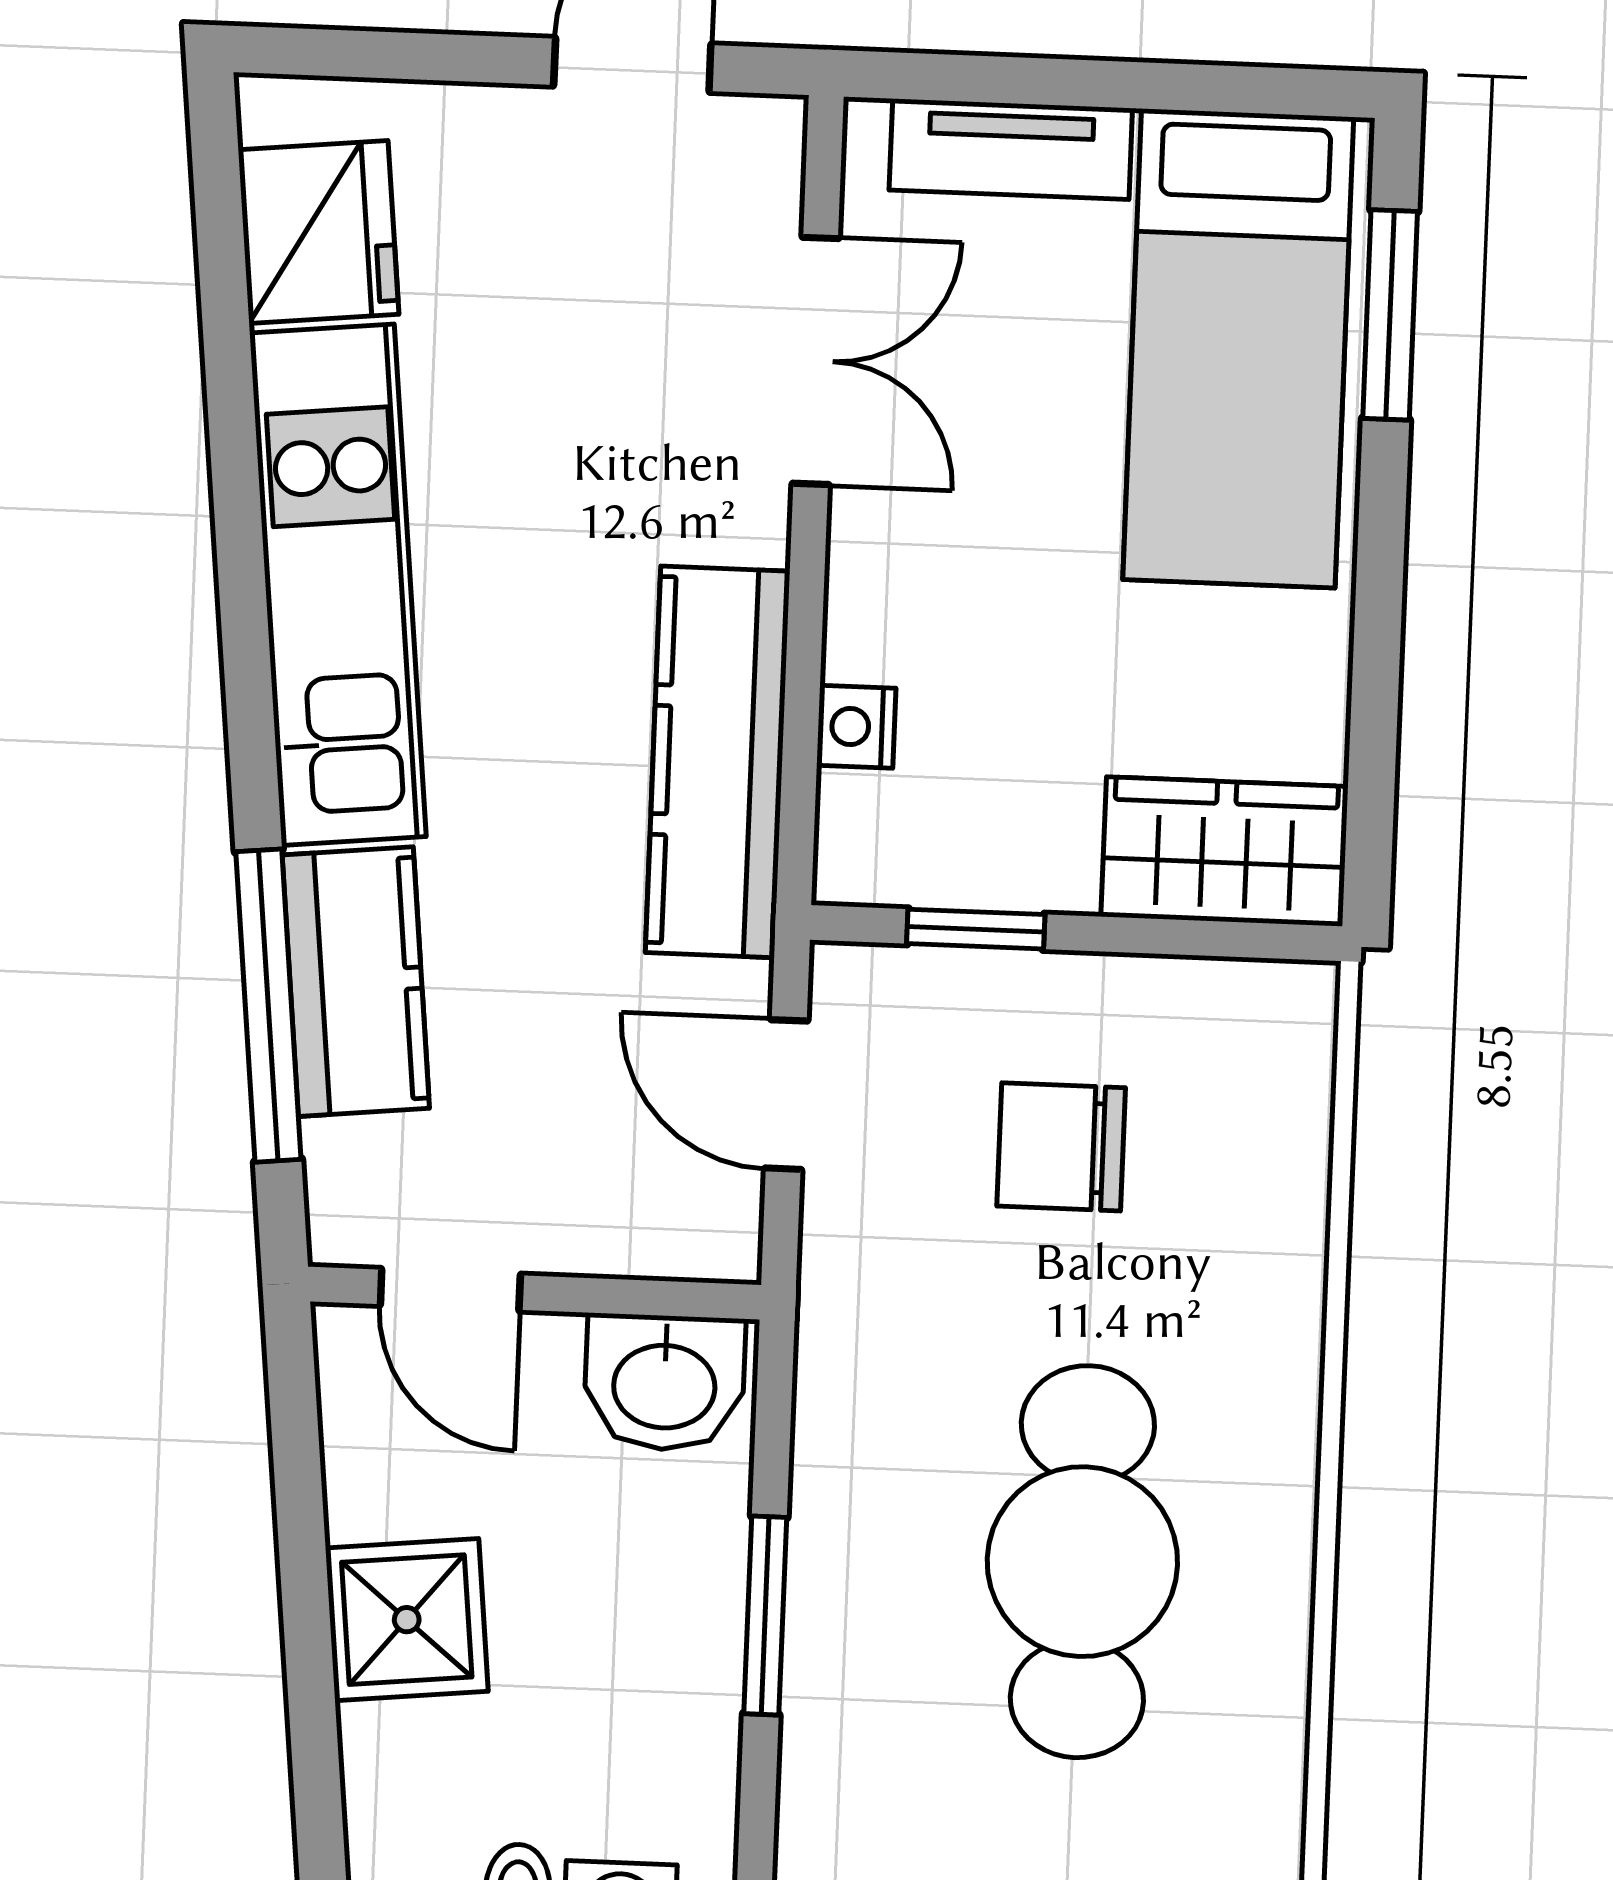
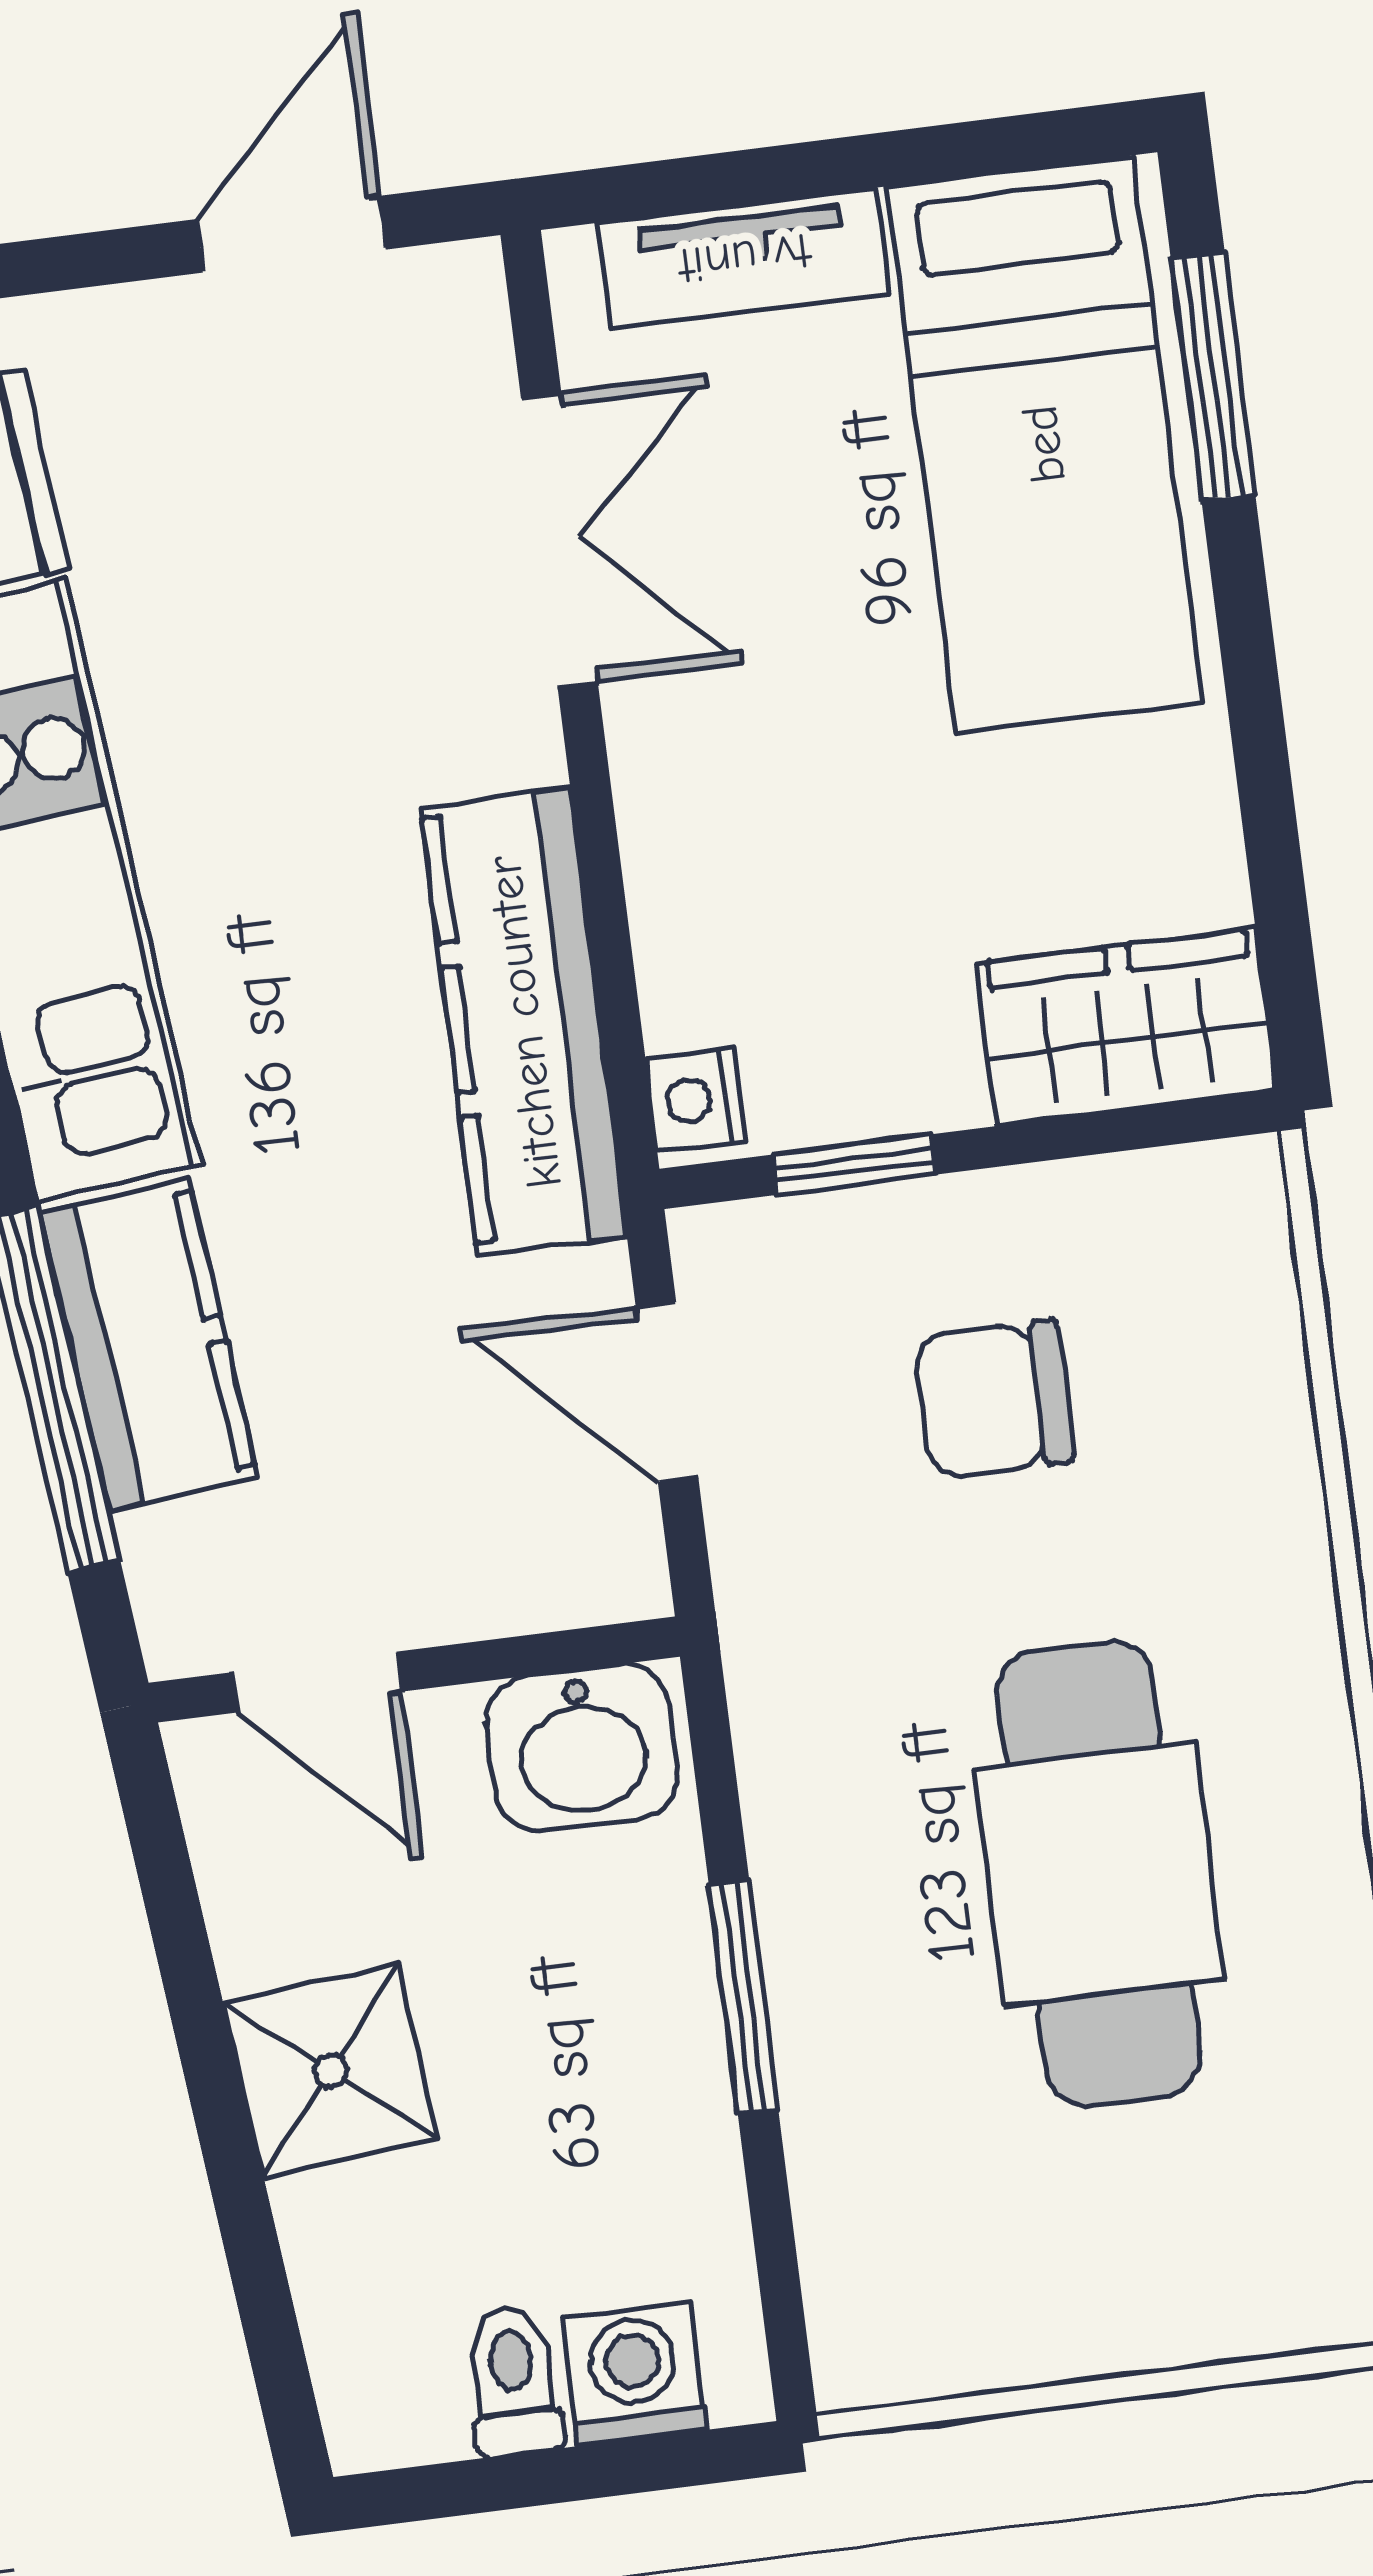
nightstand: (856, 727) -> (695, 1100), moved

